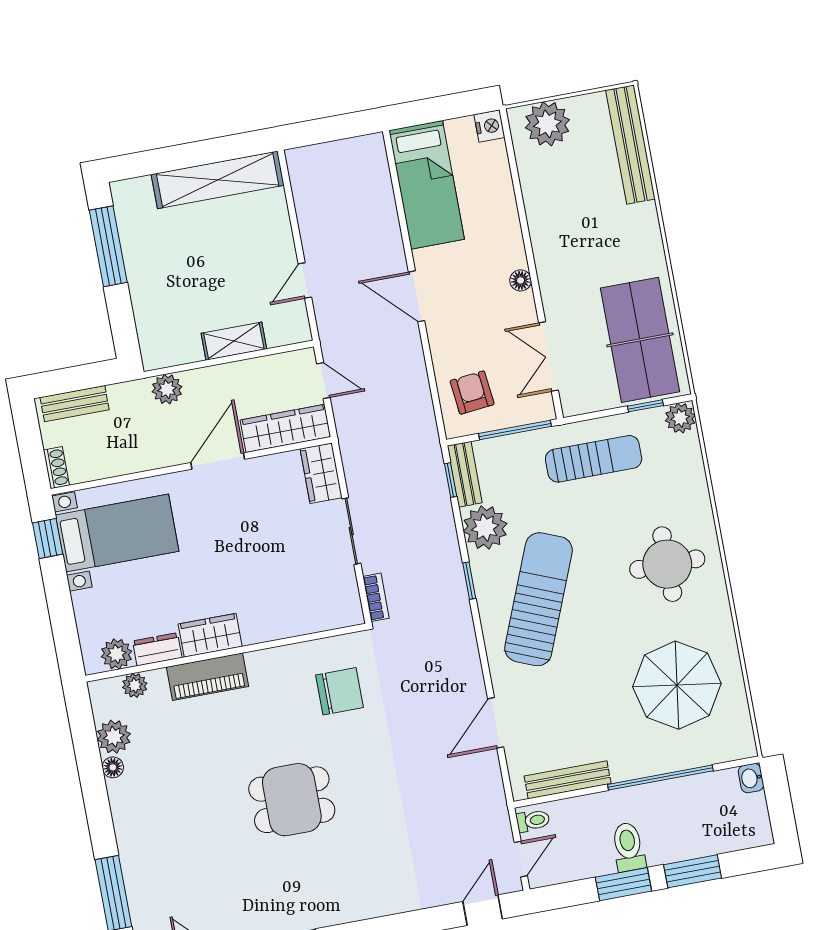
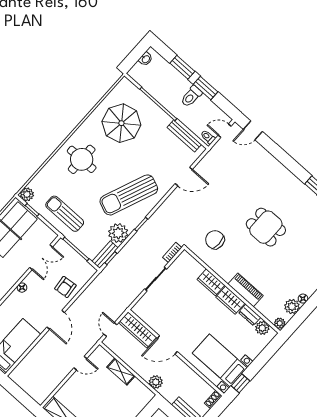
armchair: (472, 393) -> (65, 287), moved
wardrobe: (321, 473) -> (211, 282), moved, turned 90
plant: (135, 685) -> (280, 323), moved
washbasin: (751, 778) -> (146, 59), moved

